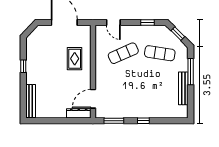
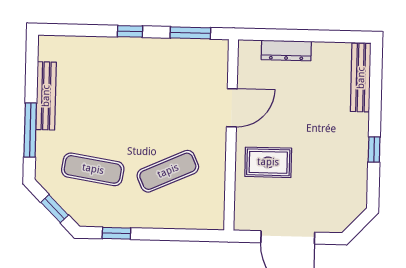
door: (113, 22) -> (187, 235), removed
rug: (75, 59) -> (268, 162), turned 90
door: (93, 99) -> (232, 108), moved
dresser: (79, 113) -> (286, 50), moved

